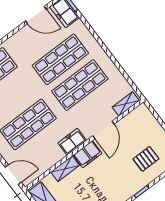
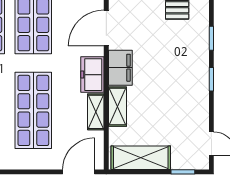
door: (103, 130) -> (106, 28), swing flipped
shelving: (53, 159) -> (96, 112), added

